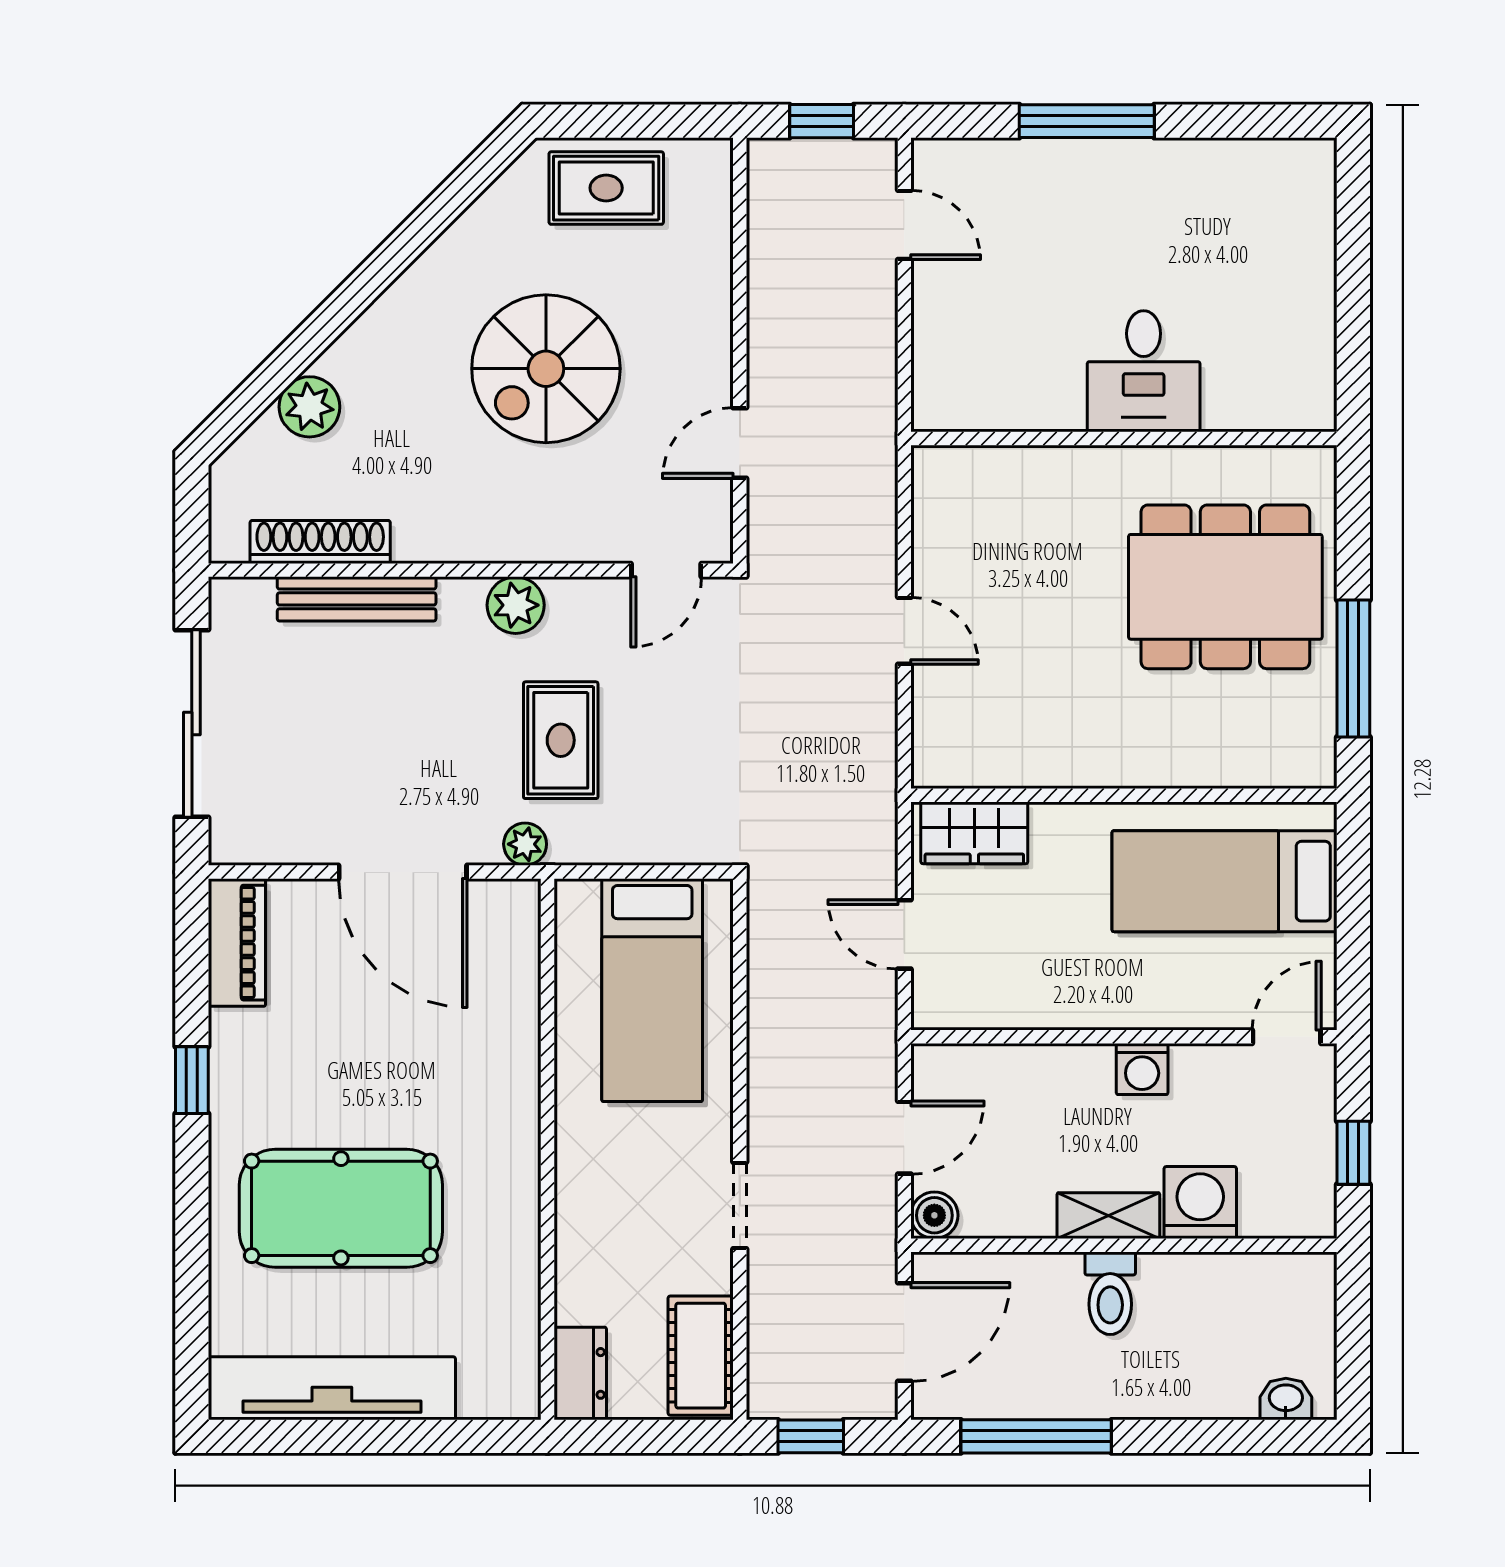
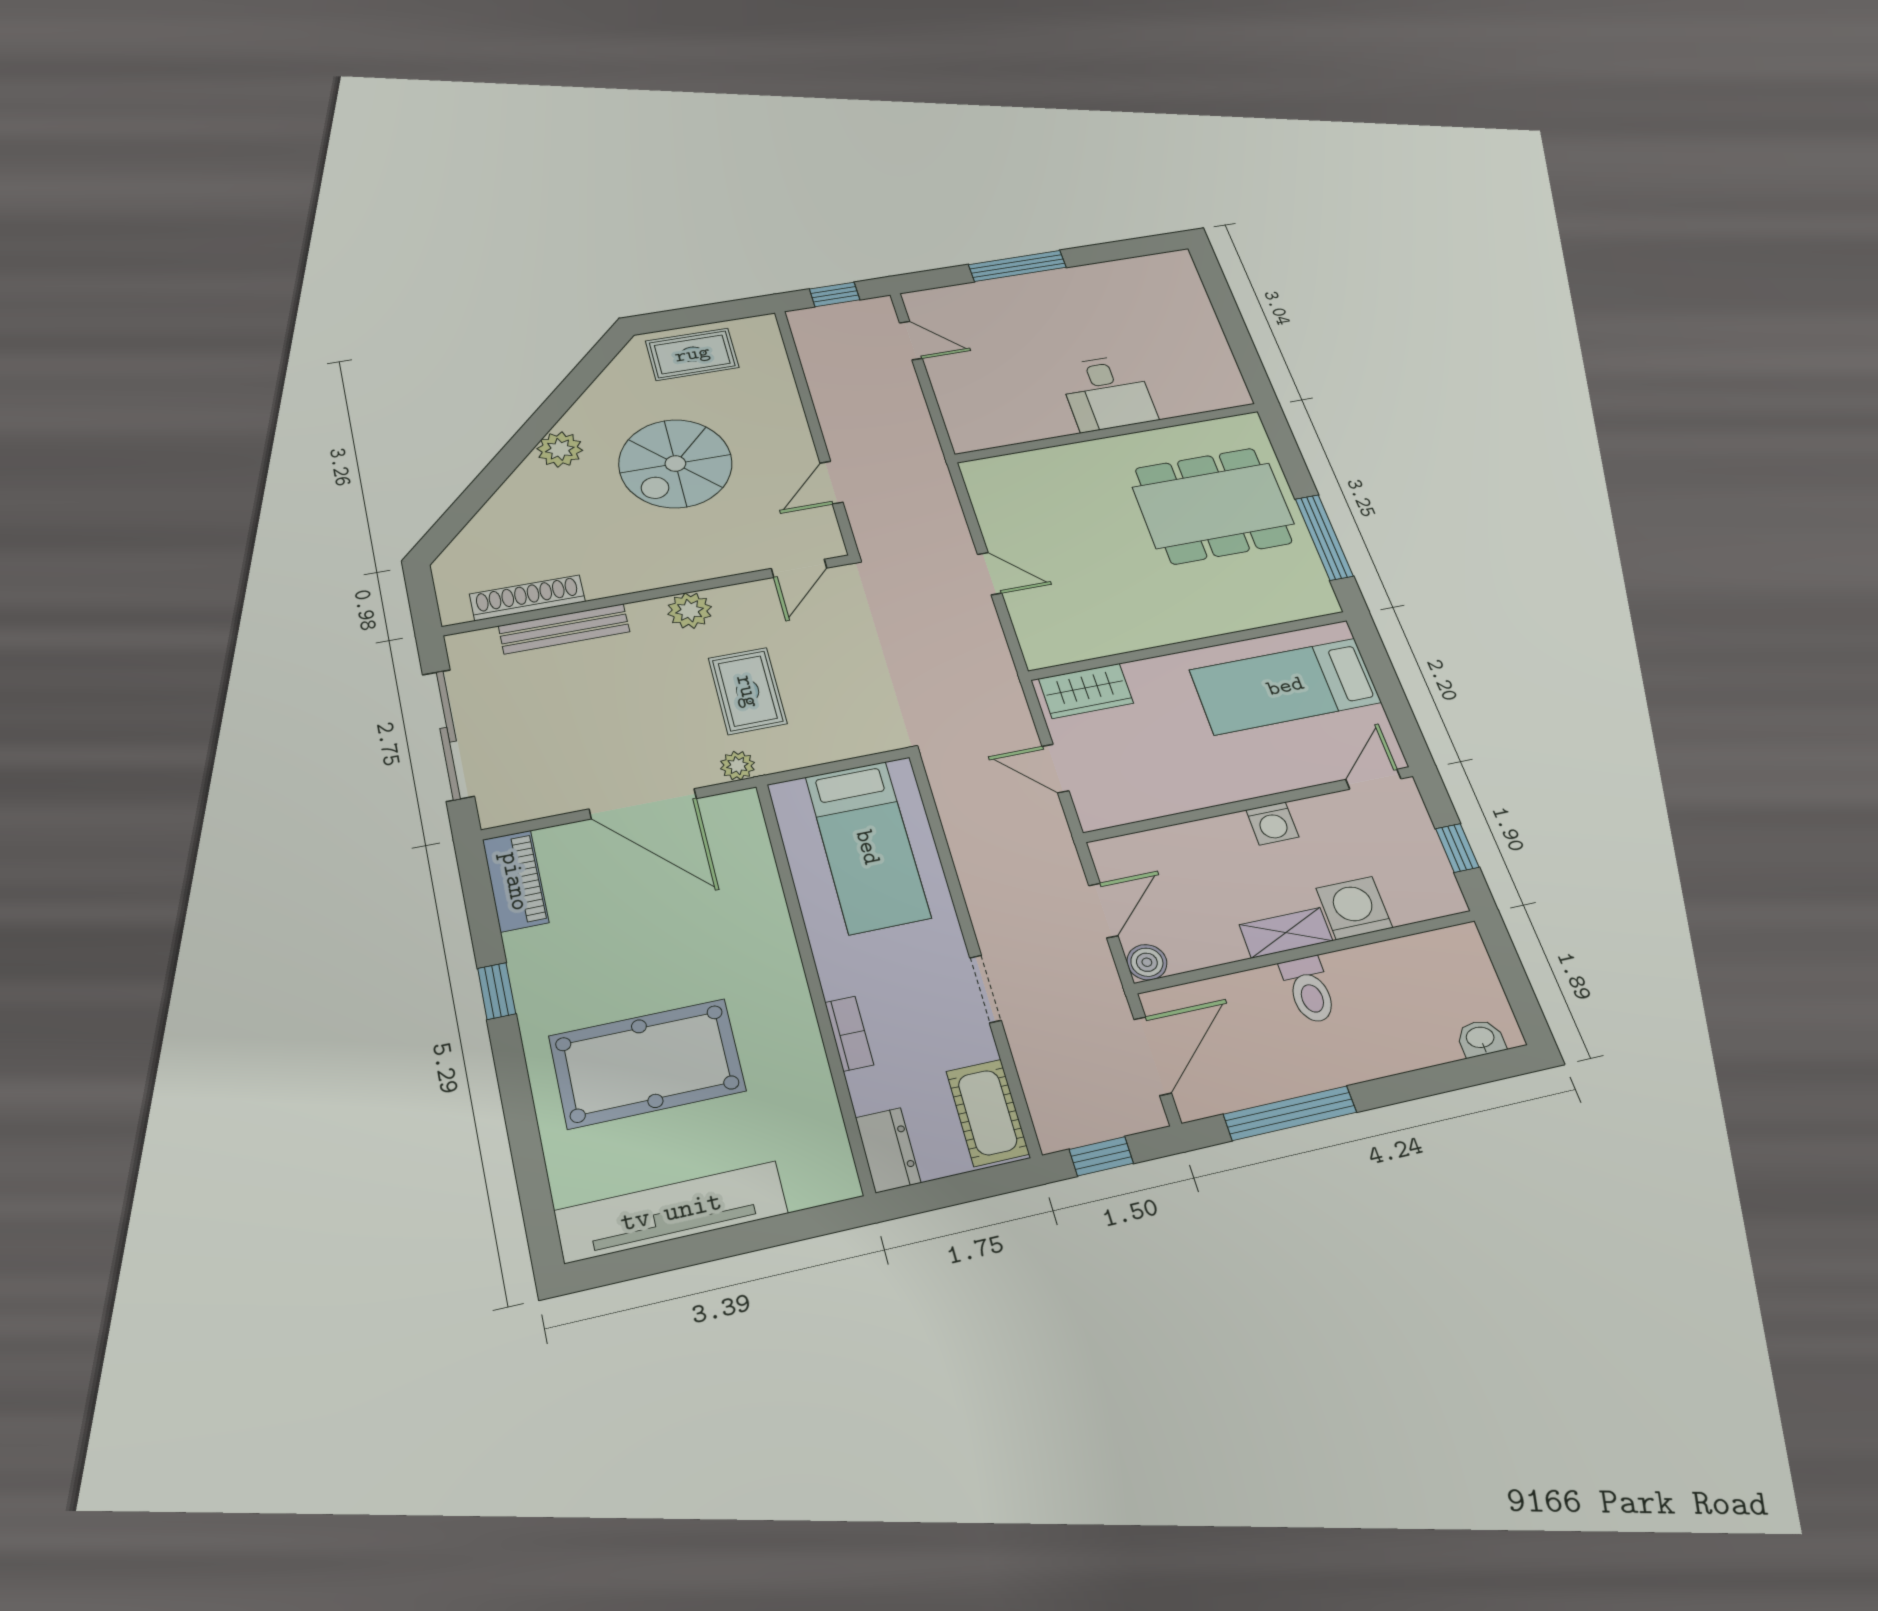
plant: (309, 407) -> (560, 449), moved
bookcase: (572, 1225) -> (849, 1034), added

